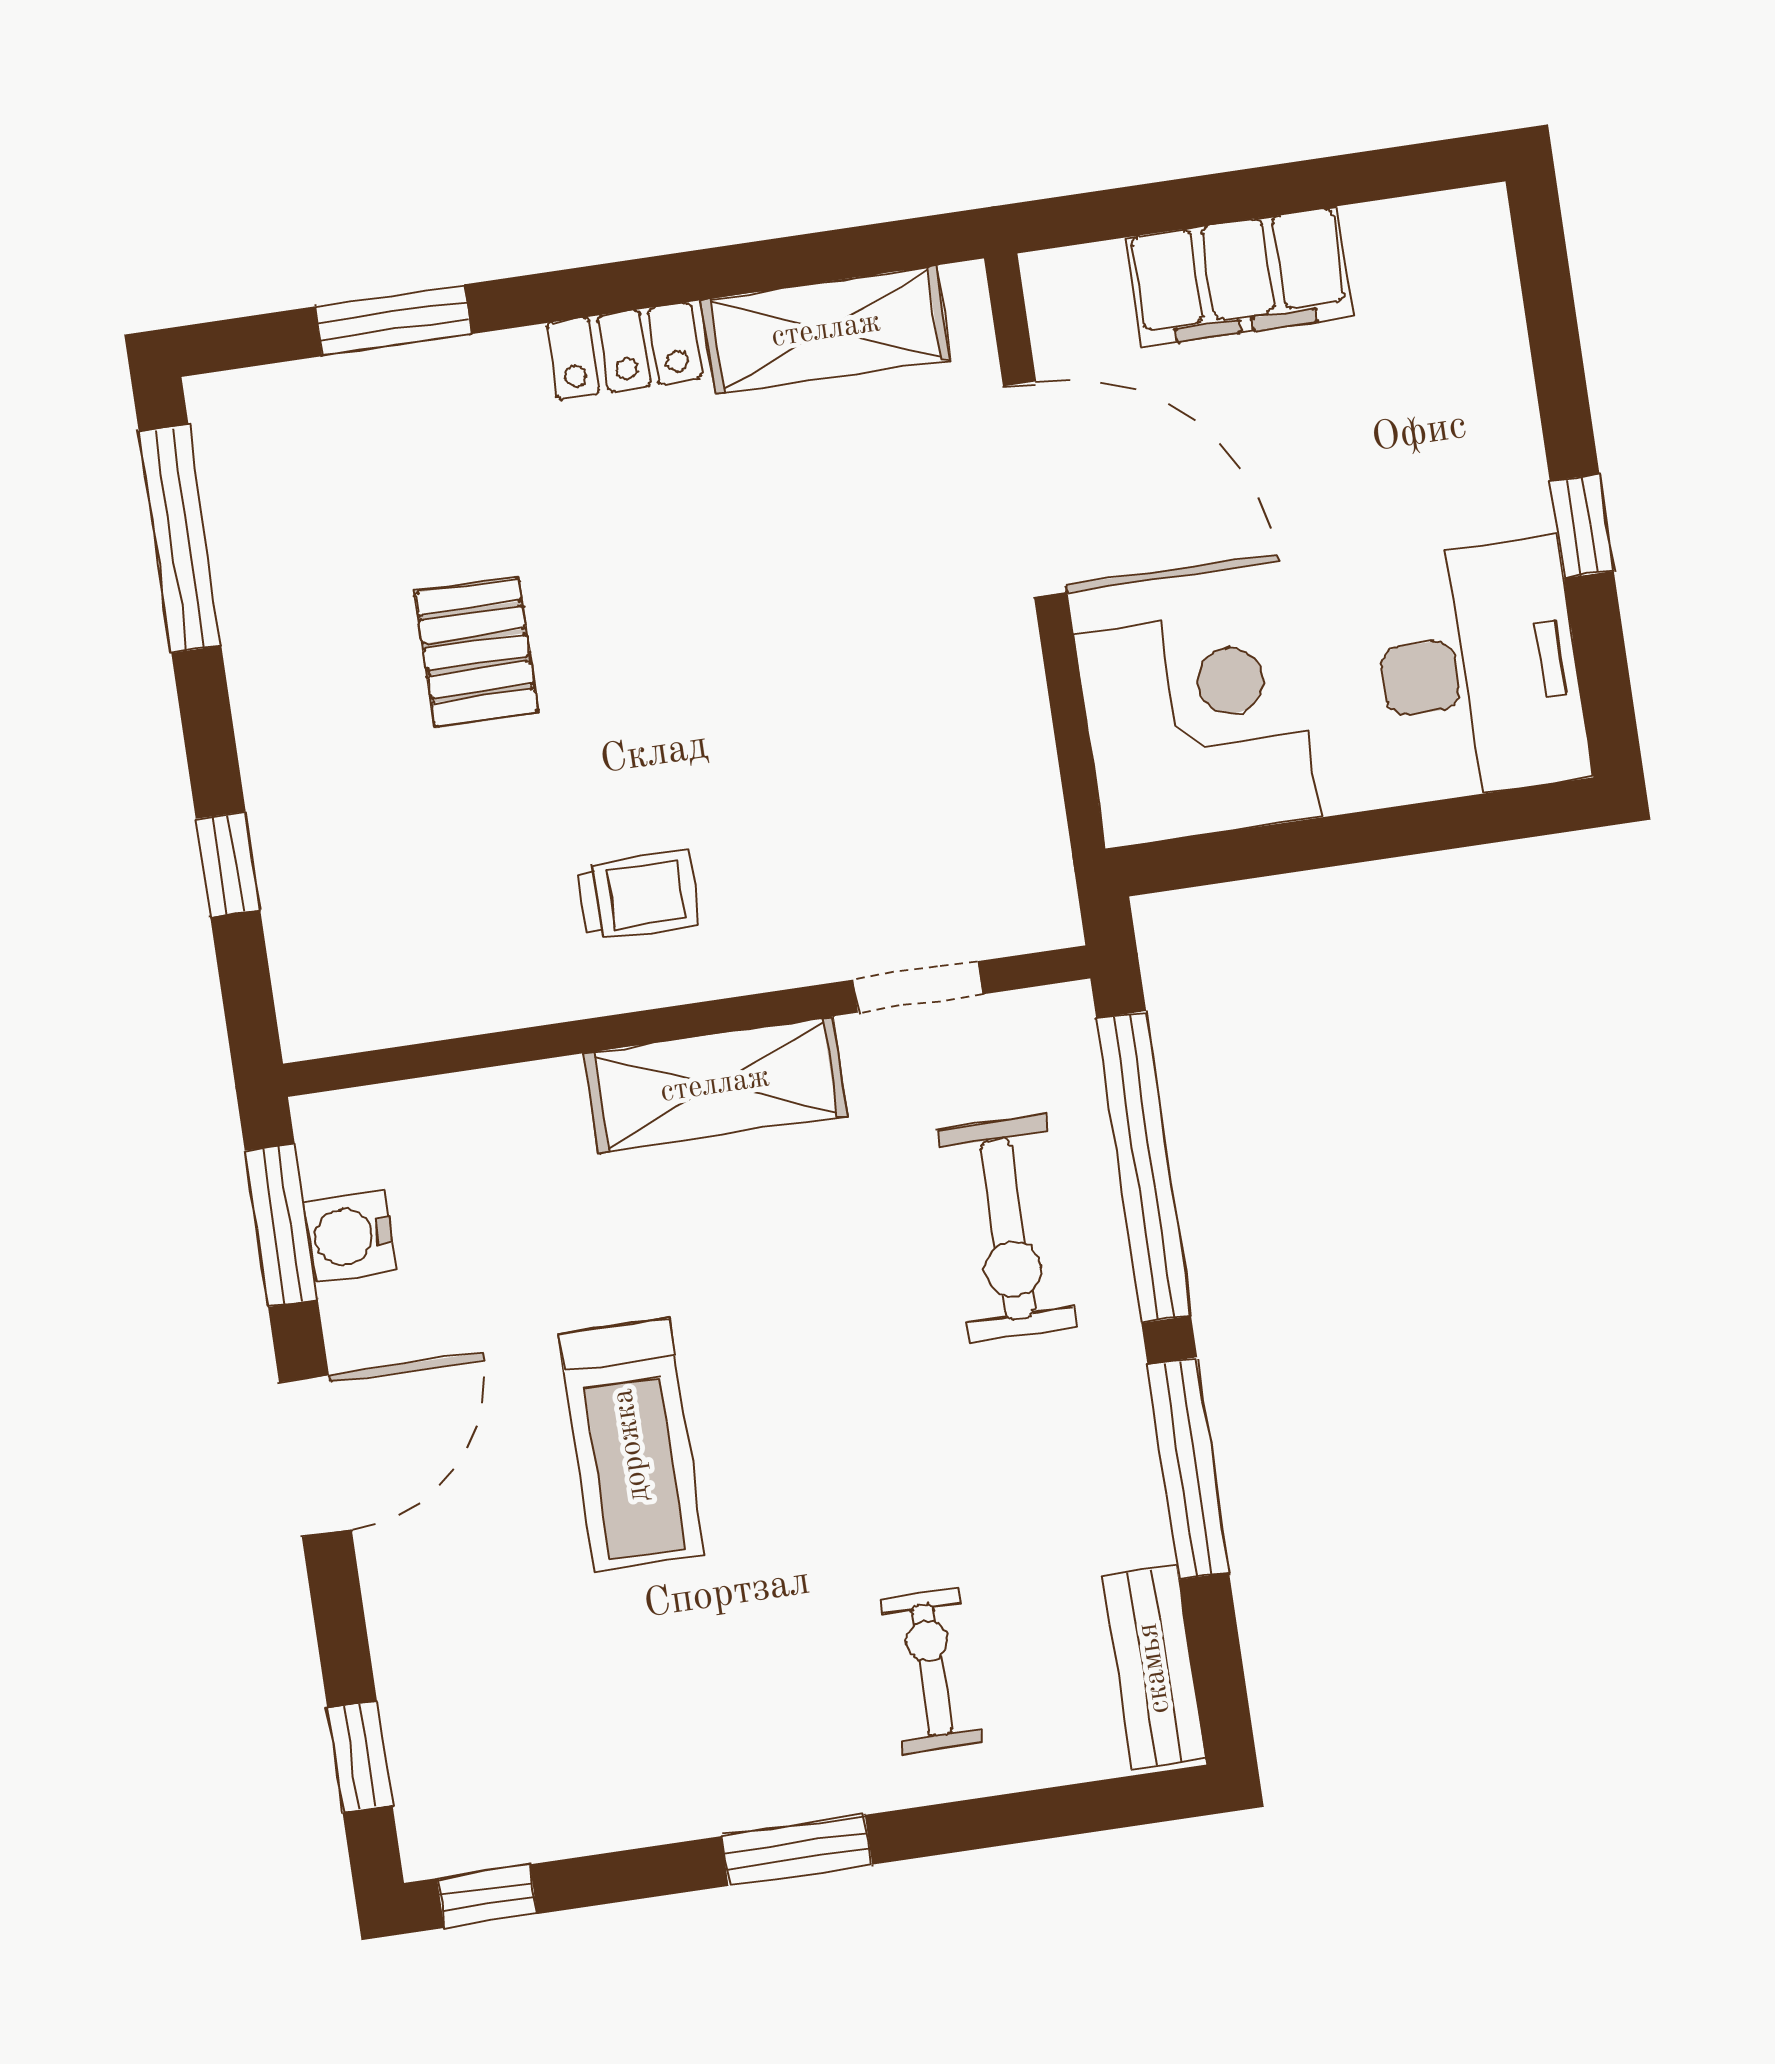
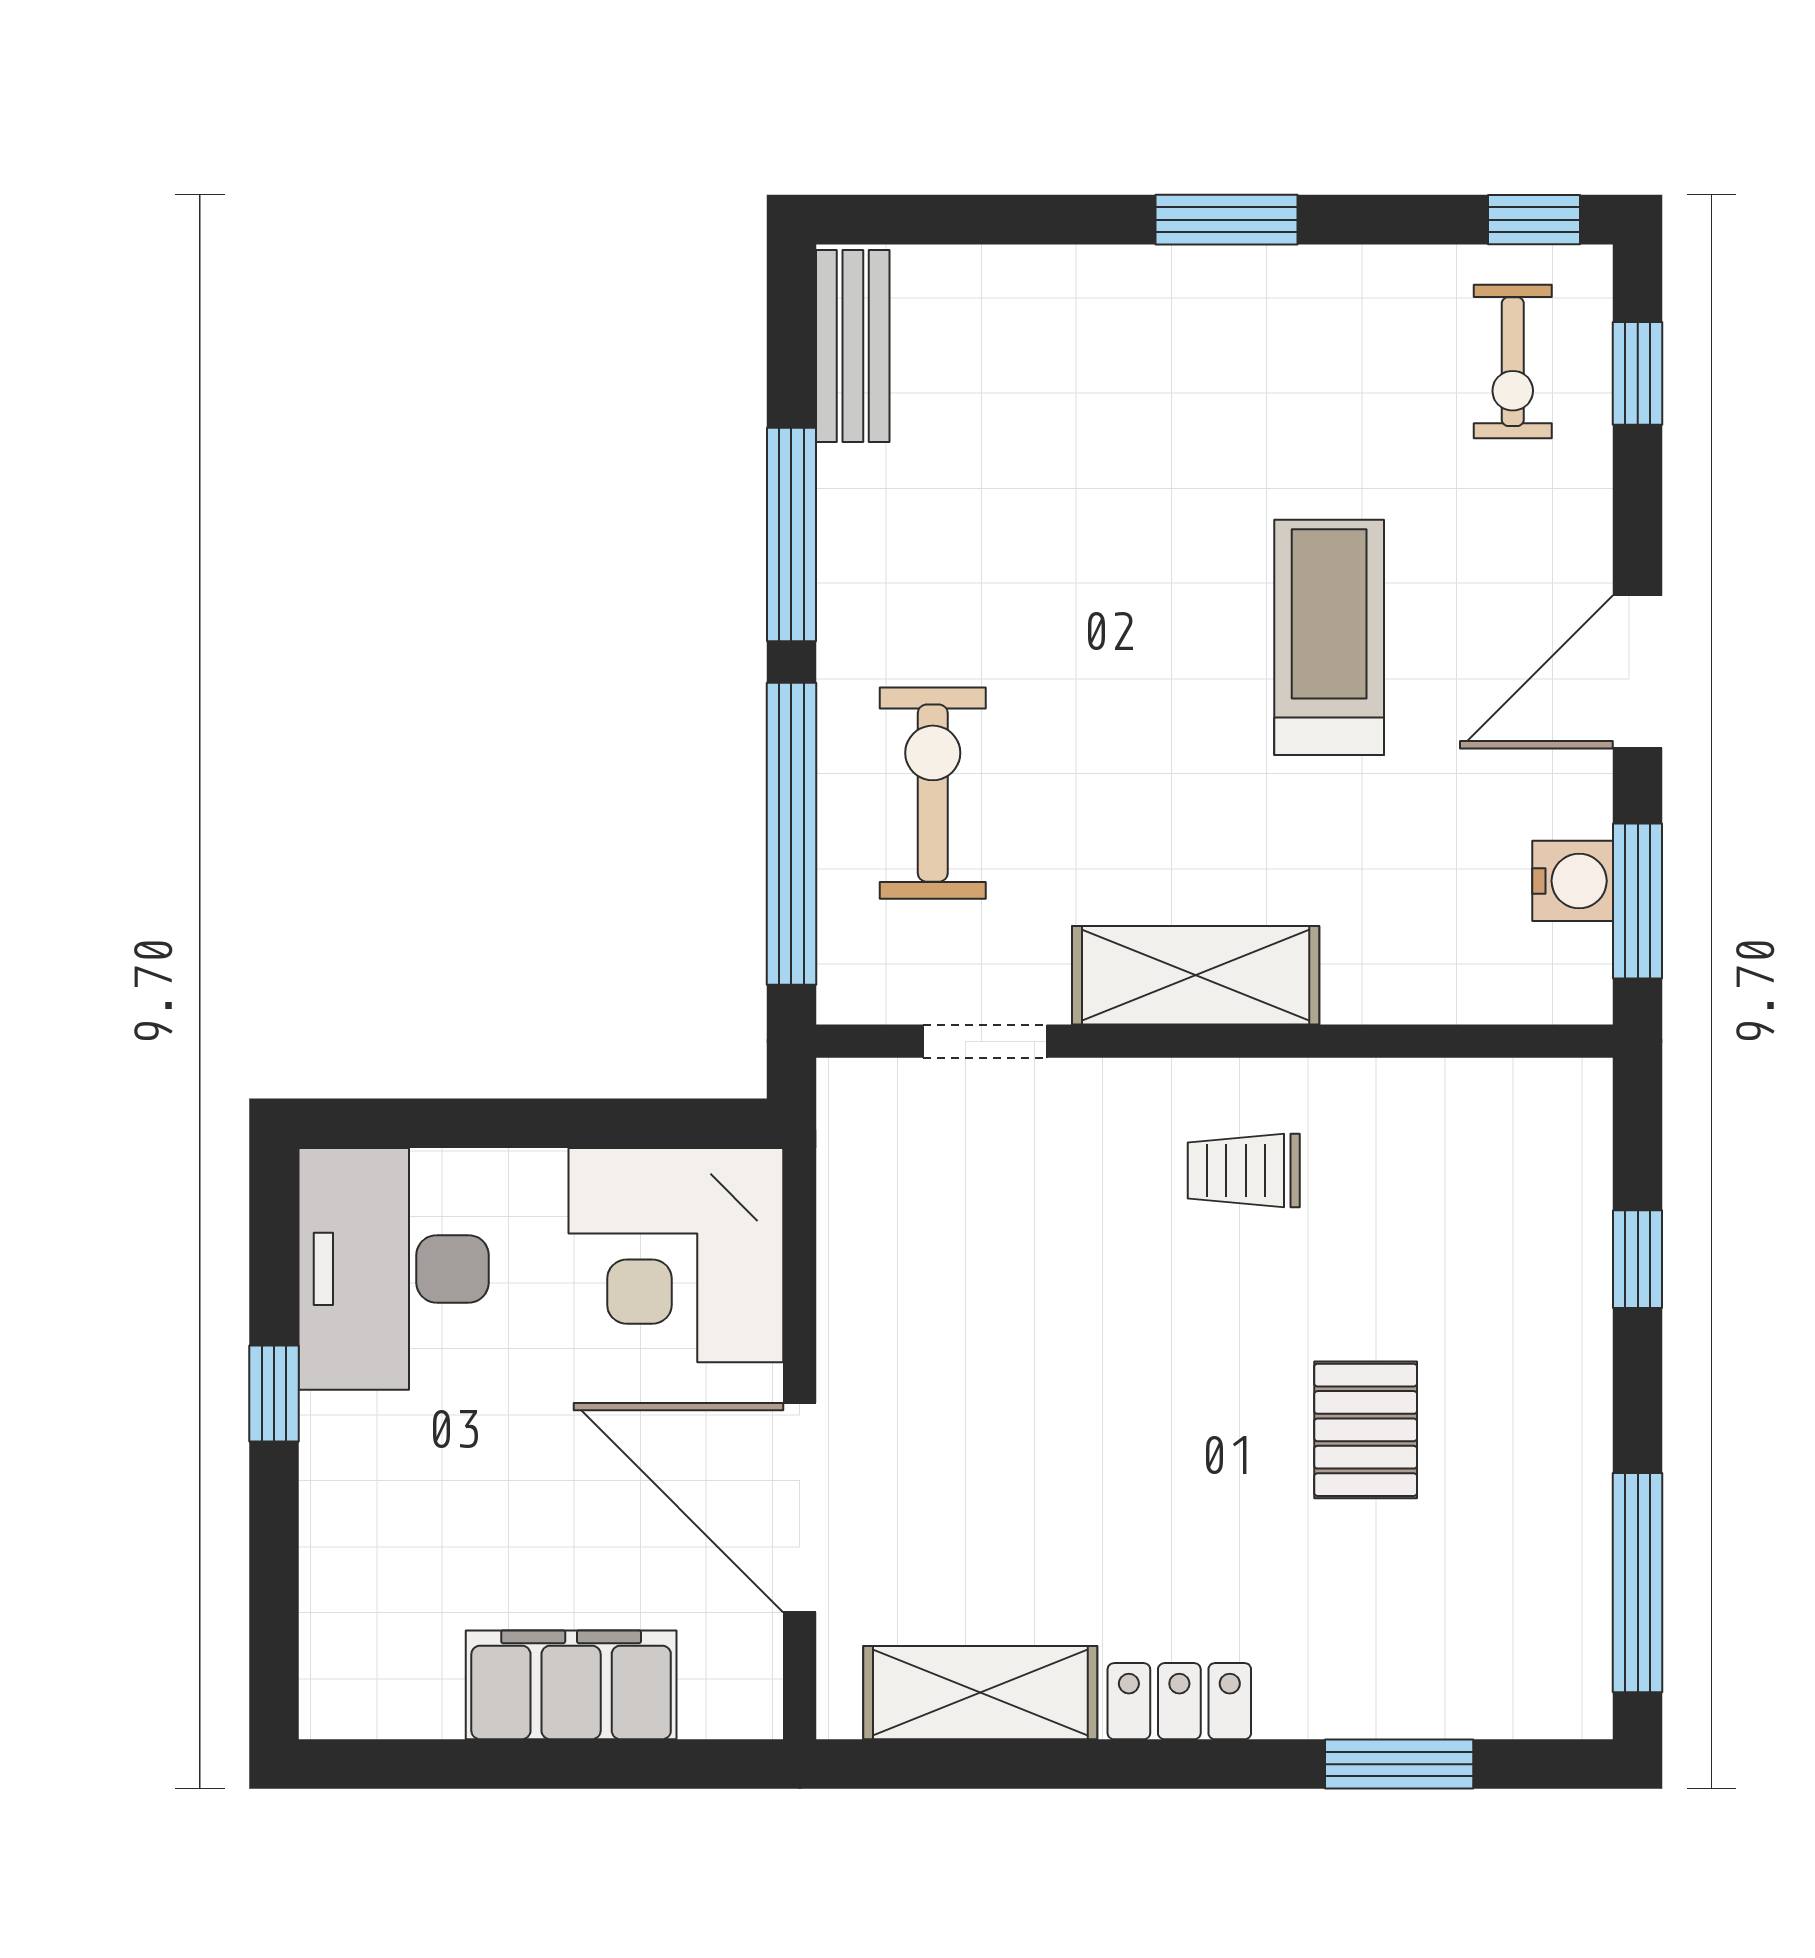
exercise bike: (931, 1670) -> (1513, 362), moved

